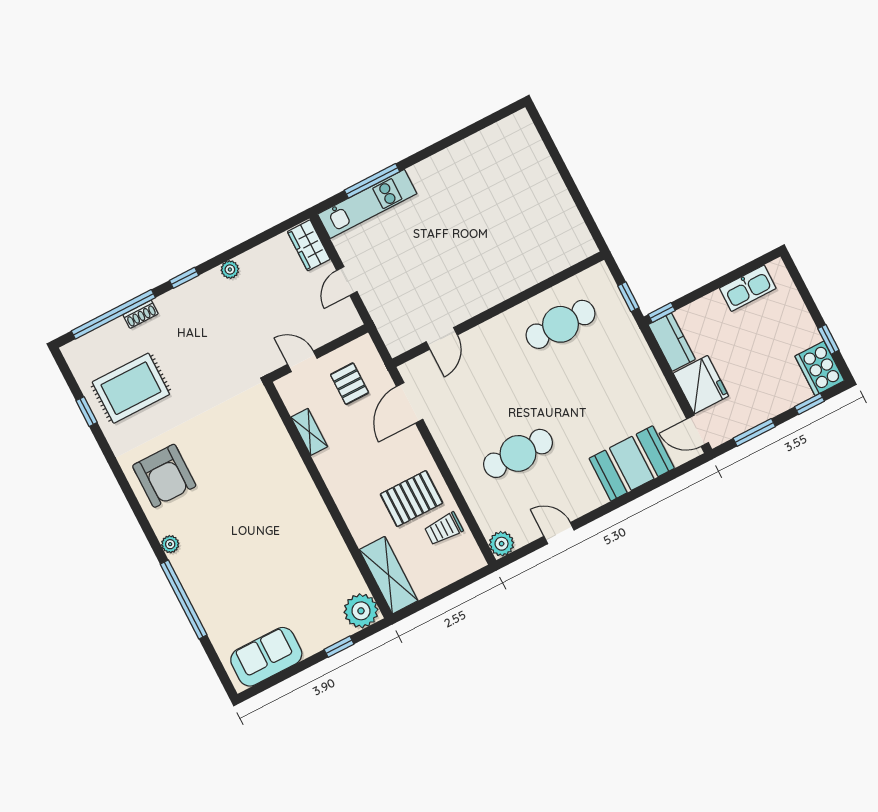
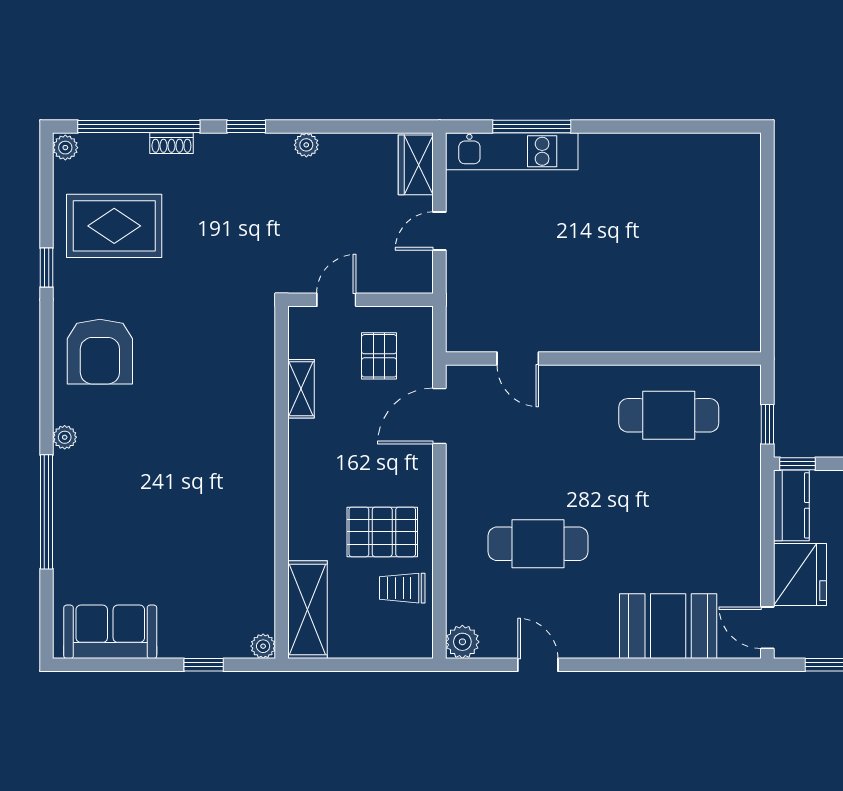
door: (442, 338) -> (518, 359), hinge flipped
plant: (72, 353) -> (65, 148), added
door: (302, 361) -> (336, 300), hinge flipped
window: (87, 412) -> (47, 268), moved
plant: (361, 611) -> (263, 646), width x0.53, depth x0.53

